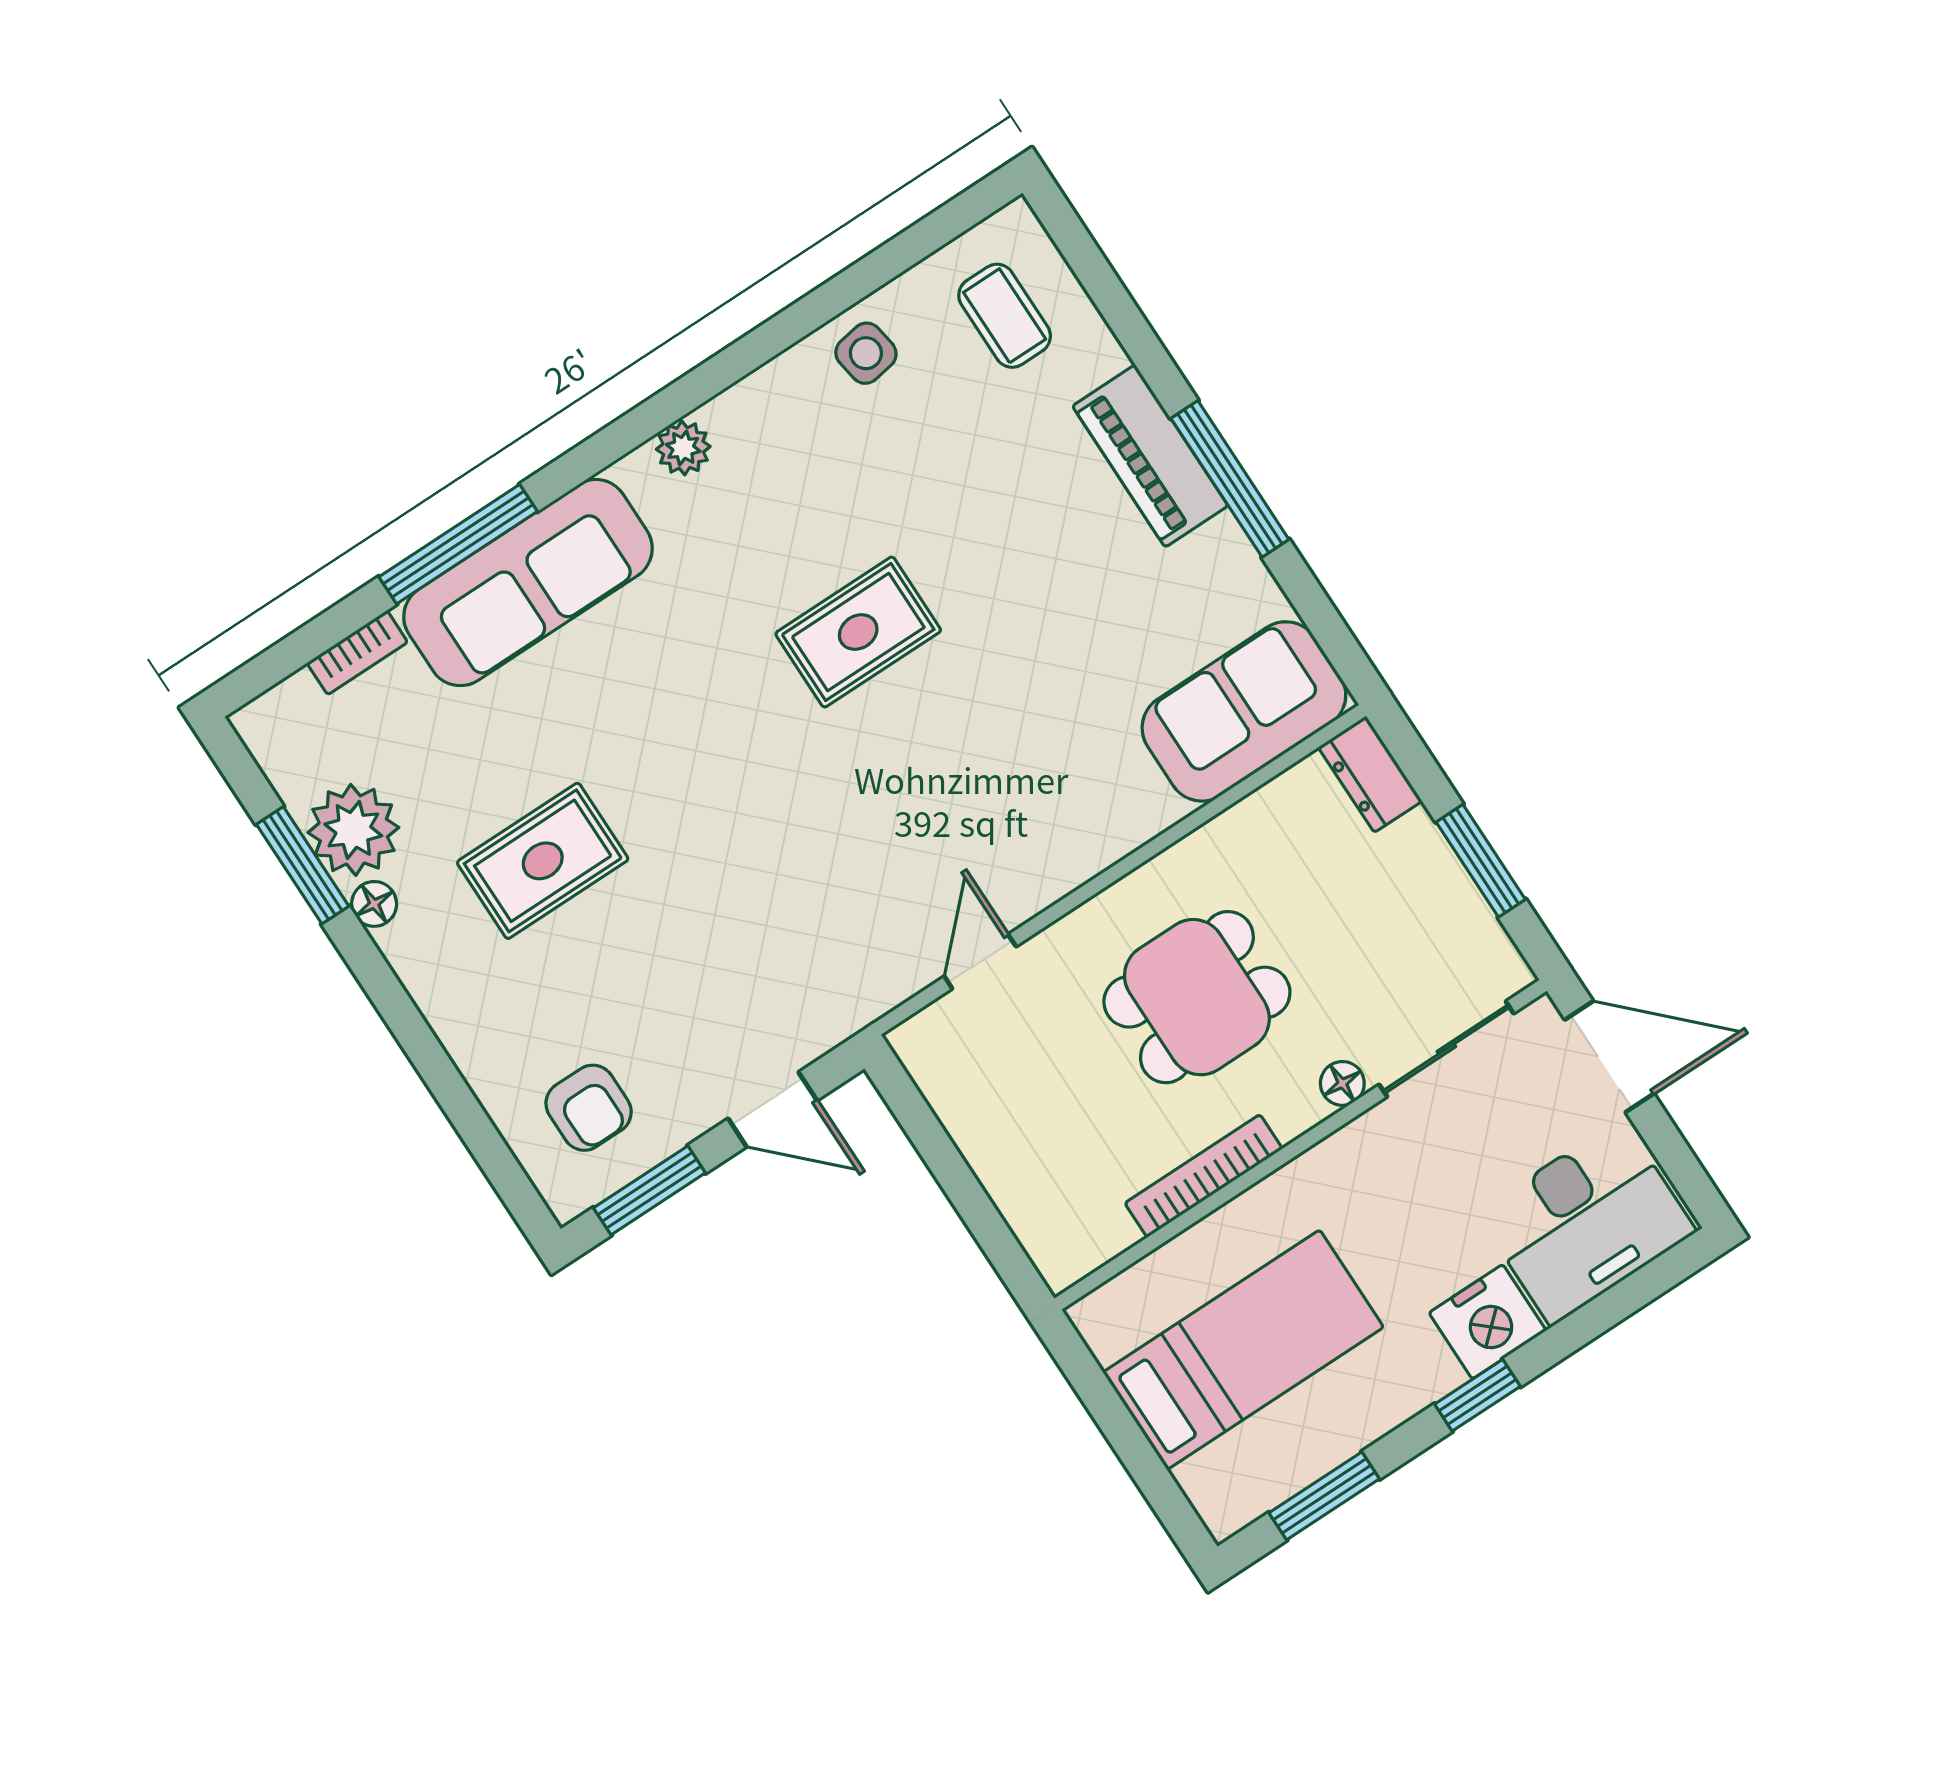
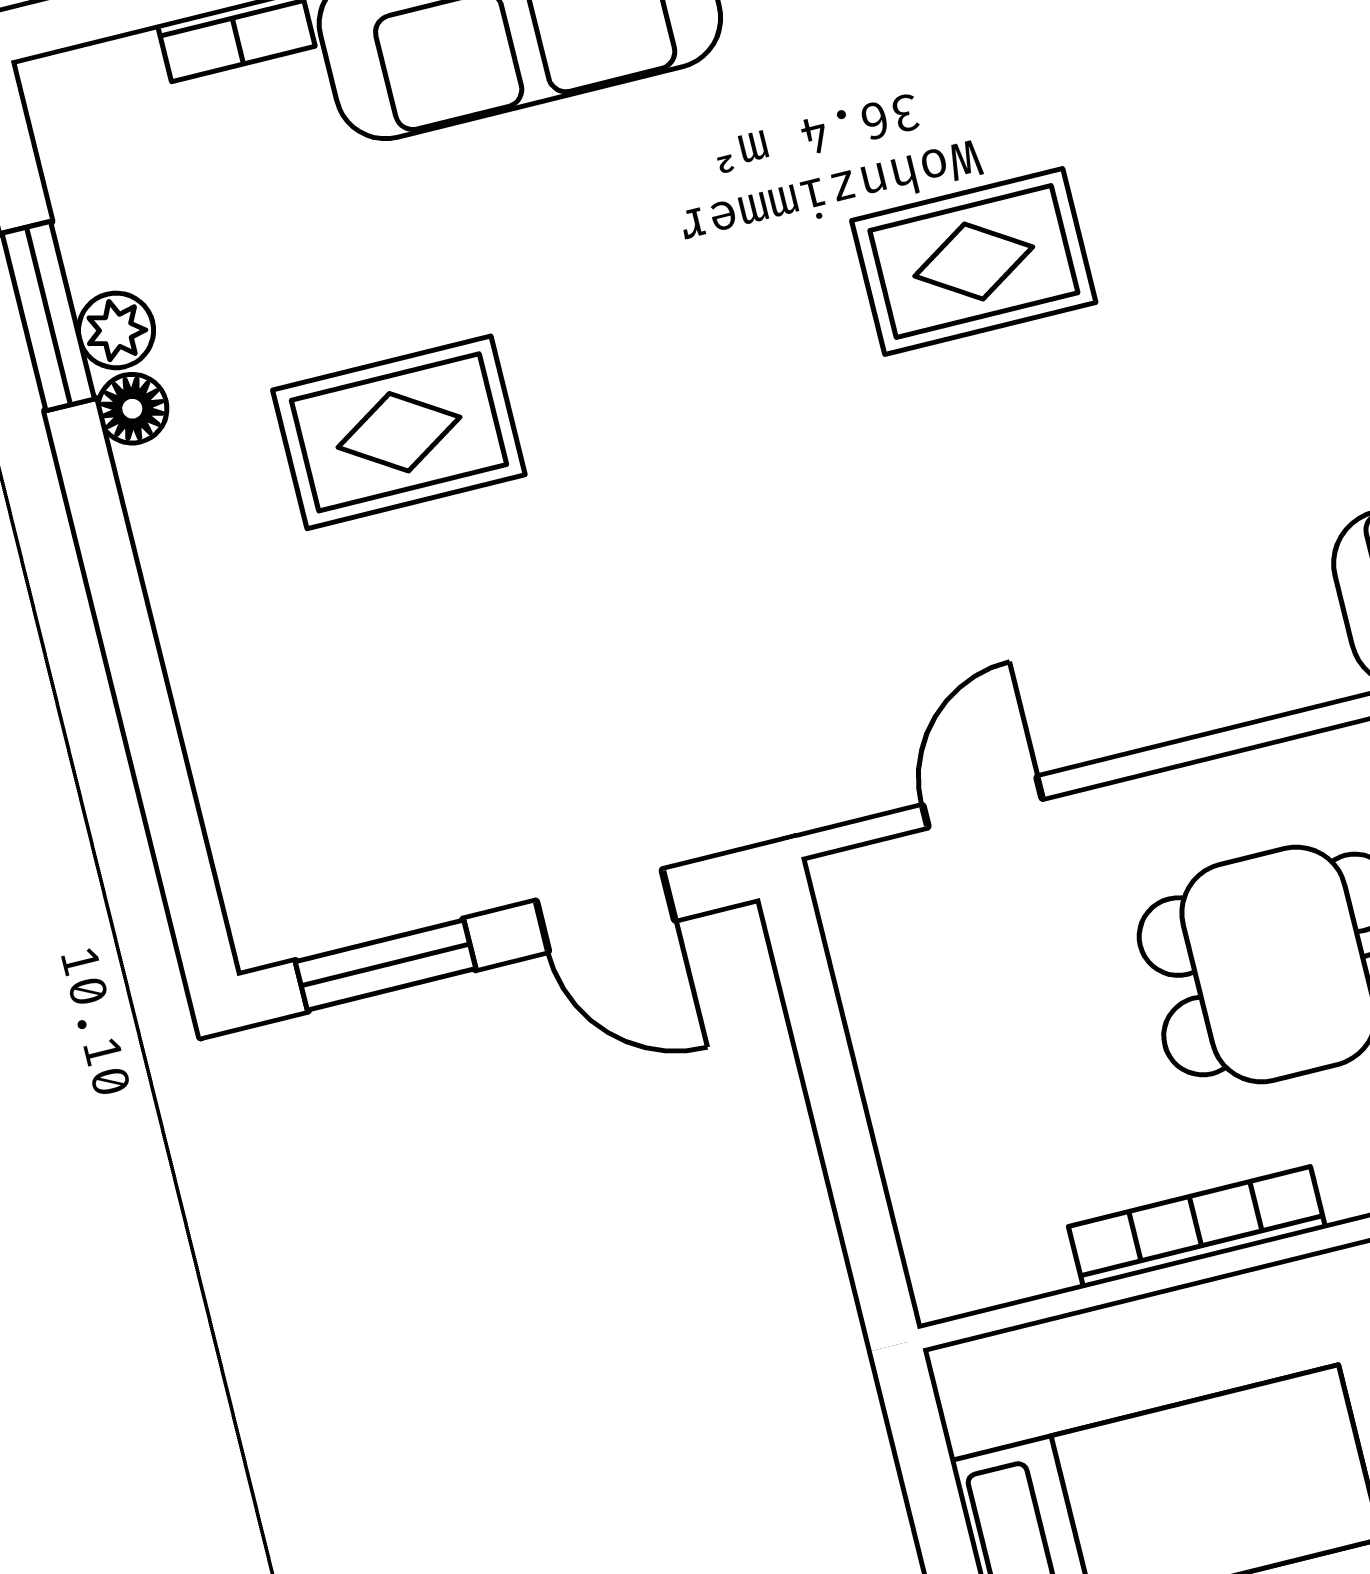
plant: (353, 830) -> (116, 330), width x0.53, depth x0.53
armchair: (589, 1108) -> (339, 814), removed

